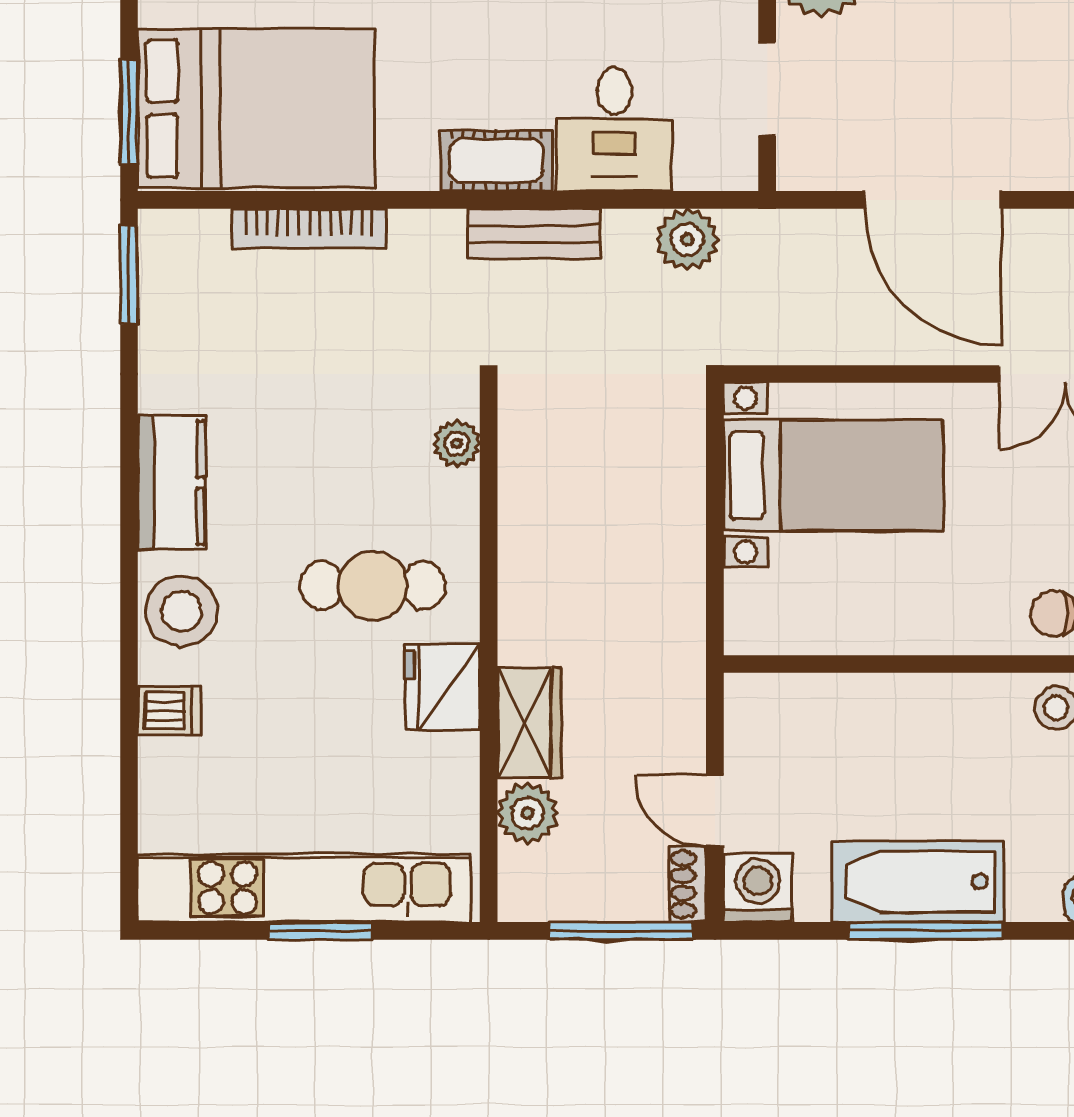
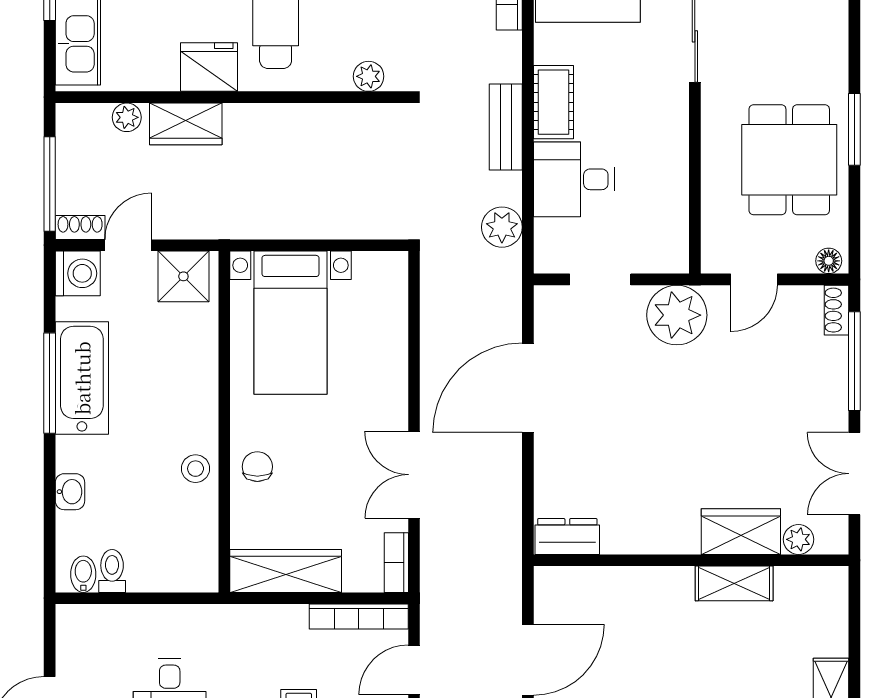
bed with nightstands: (833, 475) -> (291, 323), moved
shower: (763, 726) -> (183, 276), added
plant: (528, 813) -> (127, 117), width x0.73, depth x0.73

